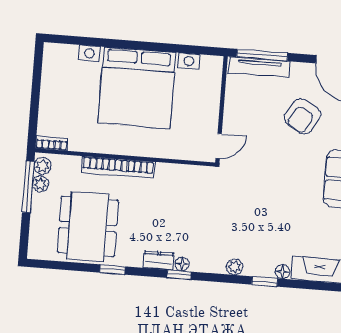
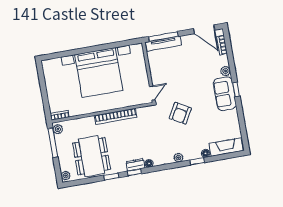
armchair: (303, 116) -> (180, 113), moved
bookcase: (118, 167) -> (116, 116), moved
plant: (40, 184) -> (66, 176), moved
window: (179, 275) -> (134, 172), moved

